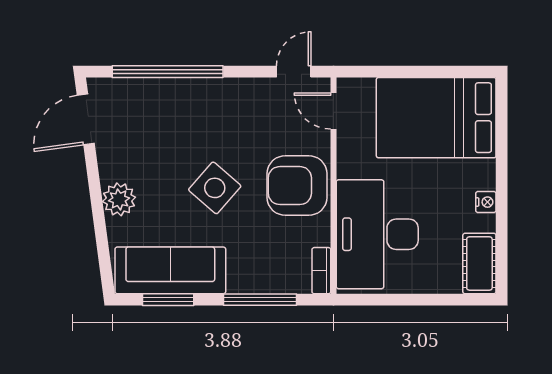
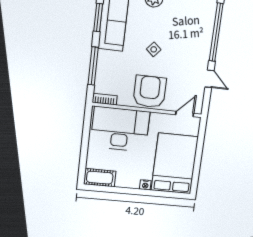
door: (294, 72) -> (209, 79), moved
side table: (215, 188) -> (154, 49), width x0.54, depth x0.54
nightstand: (486, 202) -> (145, 185), moved

